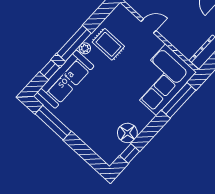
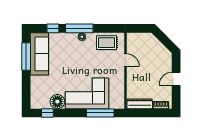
rug: (108, 44) -> (107, 43), moved, turned 90
sofa: (66, 79) -> (39, 54), moved, turned -90
corner sofa: (161, 80) -> (87, 93), moved

